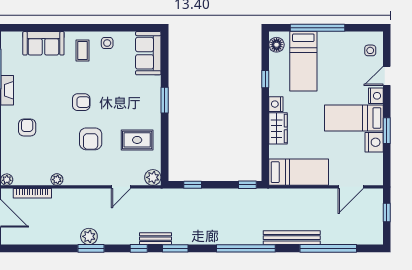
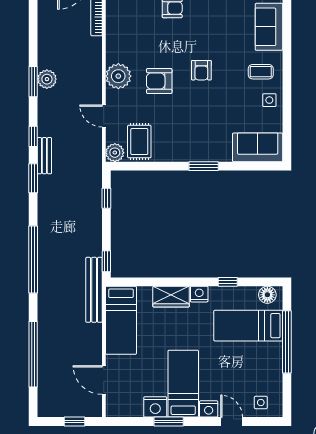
rug: (137, 140) -> (139, 142), moved
plant: (57, 180) -> (118, 76), moved, width x1.87, depth x1.87
bench: (292, 238) -> (94, 290), moved

